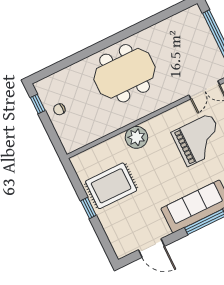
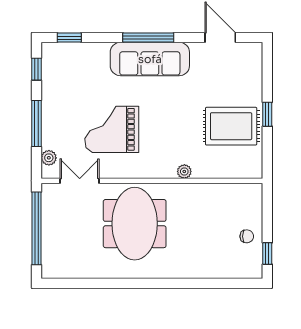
meeting table: (125, 73) -> (135, 224), moved, turned 90
plant: (136, 137) -> (184, 171), width x0.53, depth x0.53

